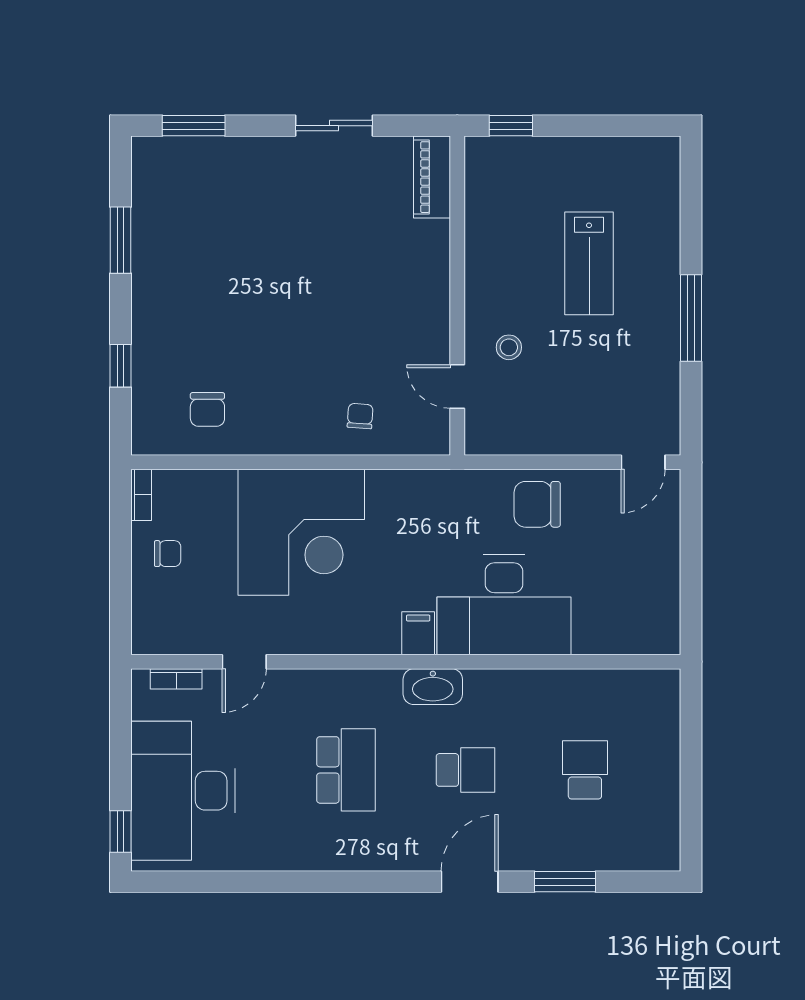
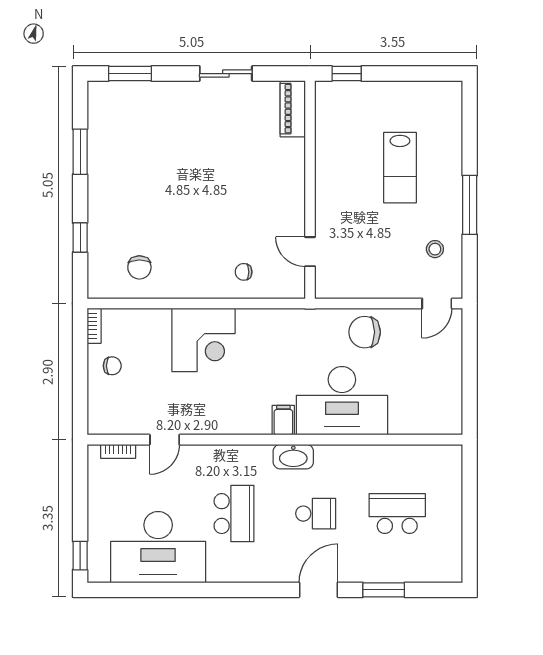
stool: (509, 347) -> (435, 249), moved
chair: (360, 416) -> (244, 272), turned -94
corner desk: (301, 532) -> (203, 340), width x0.74, depth x0.74
school desk: (585, 770) -> (397, 514), width x1.85
desk: (183, 791) -> (158, 547), moved, turned -90

